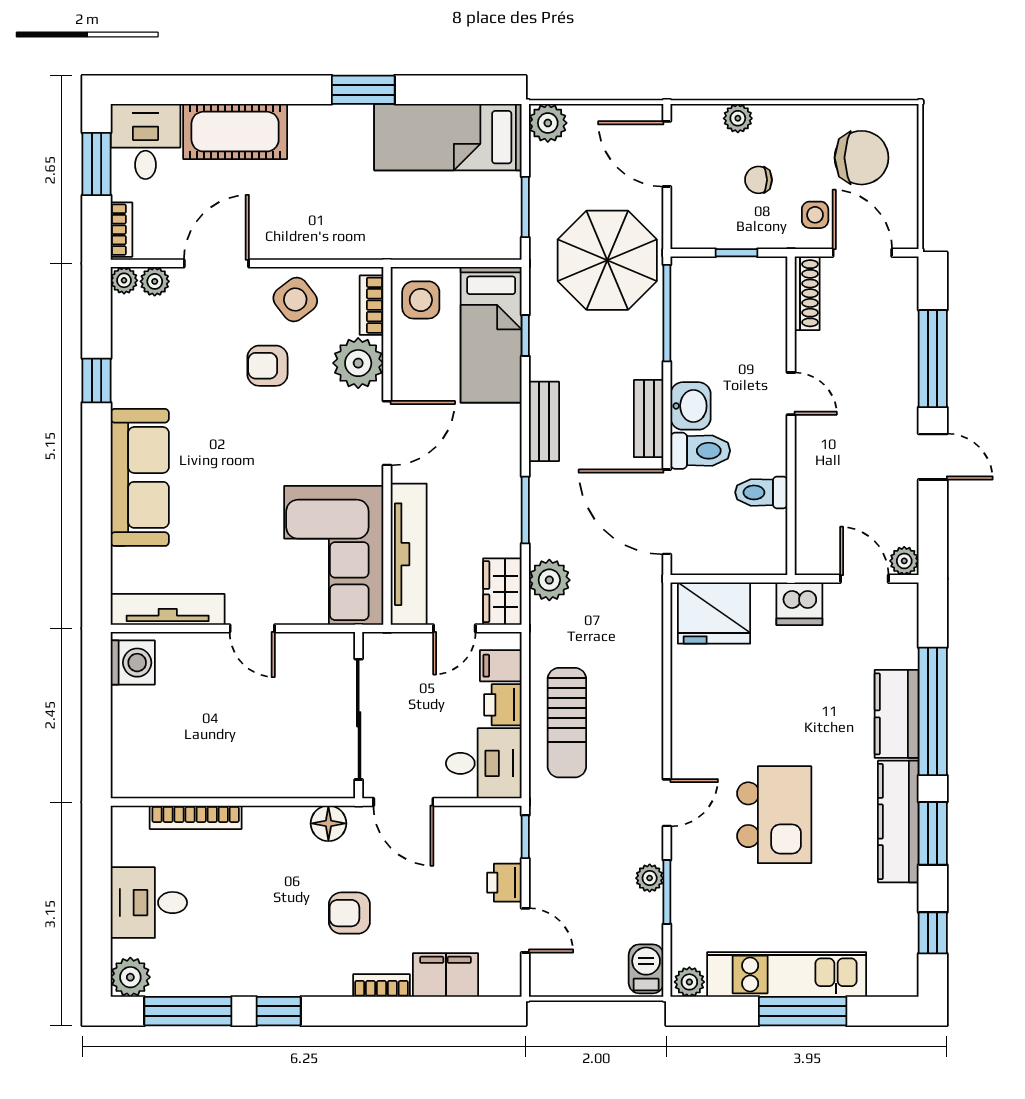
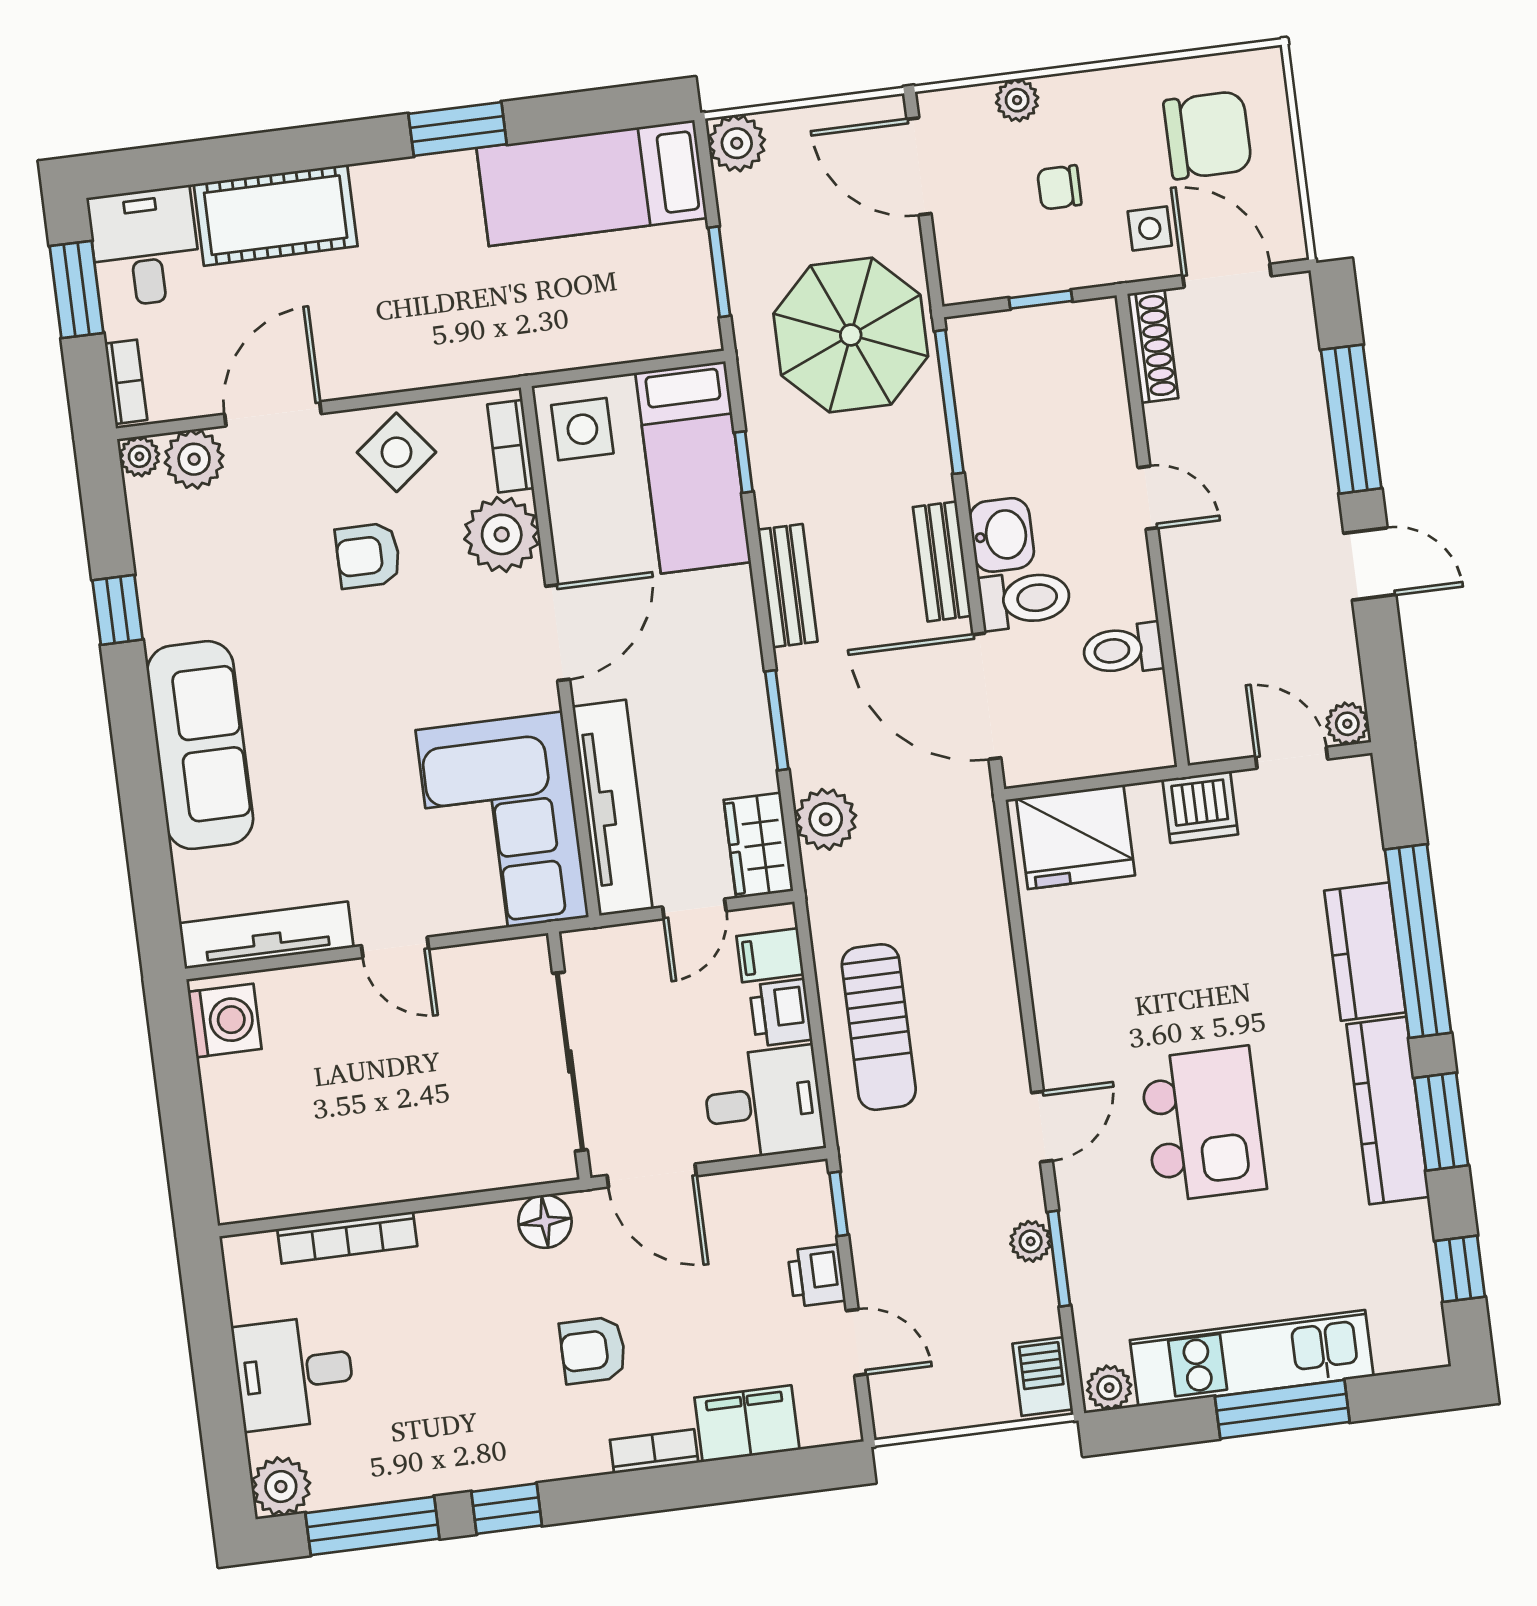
plant: (155, 281) -> (194, 459), width x1.38, depth x1.38

